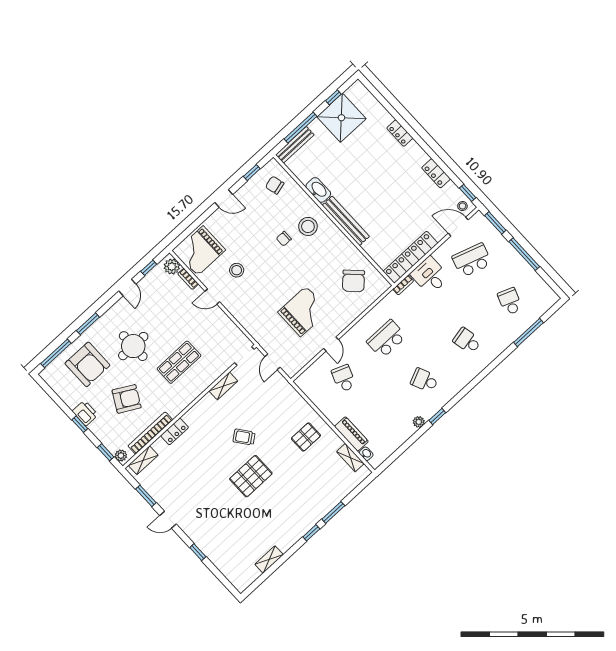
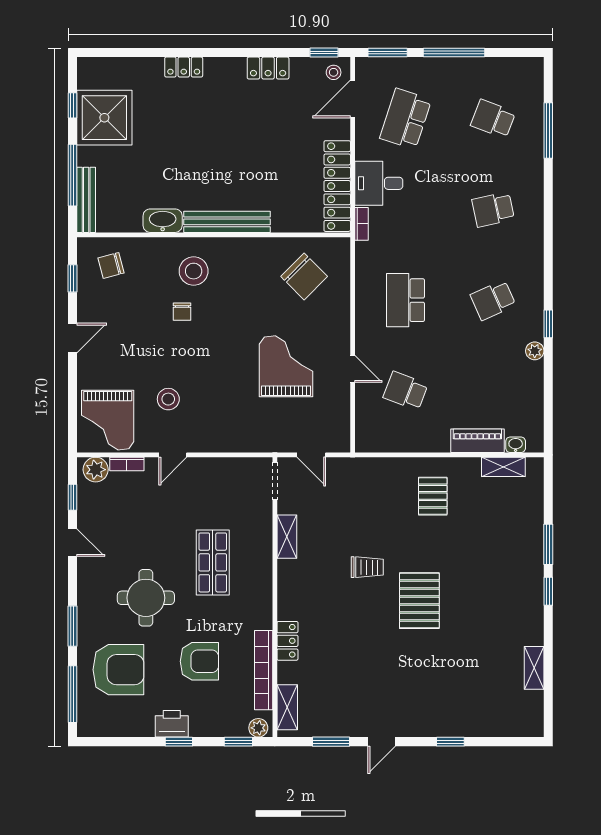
armchair: (127, 399) -> (199, 661), turned 61
trolley: (244, 437) -> (367, 567), turned -143

